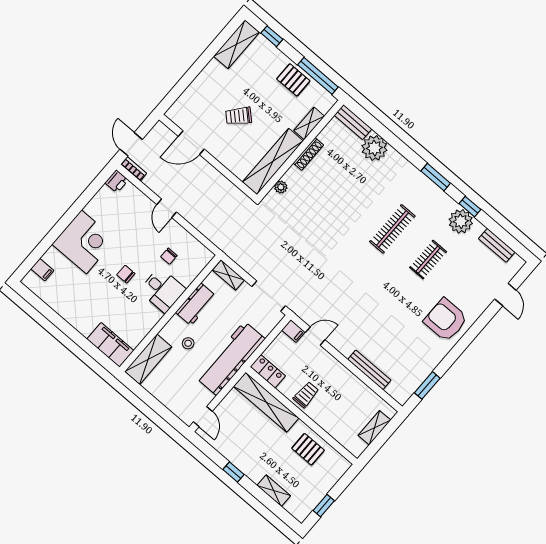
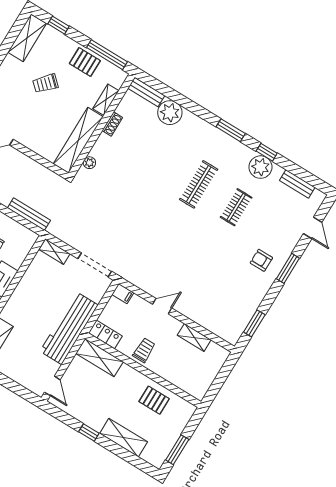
trolley: (239, 116) -> (45, 83), moved
shoe rack: (308, 154) -> (112, 124), width x0.70
workbench: (196, 304) -> (29, 284), removed
armchair: (446, 320) -> (261, 260), width x0.53, depth x0.53
window: (472, 333) -> (288, 268), added
door: (315, 336) -> (162, 306), moved
stool: (188, 343) -> (28, 321), removed
bench: (369, 370) -> (29, 214), moved
shelving: (266, 402) -> (100, 358), width x0.68
shelving: (374, 428) -> (194, 337), moved, turned 90
shelving: (274, 491) -> (124, 438), width x1.50, depth x1.33
window: (324, 506) -> (177, 450), width x1.50

